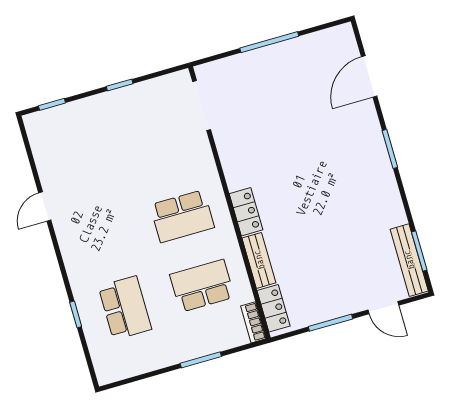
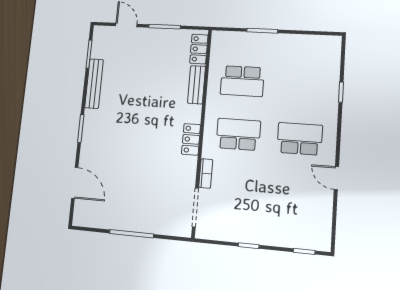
door: (369, 76) -> (75, 183), hinge flipped
door: (45, 206) -> (336, 178), swing flipped
locker: (246, 212) -> (191, 139), moved
bench: (409, 260) -> (94, 84), moved
school desk: (125, 308) -> (300, 139), moved, turned 90
bookcase: (253, 322) -> (206, 173), moved

